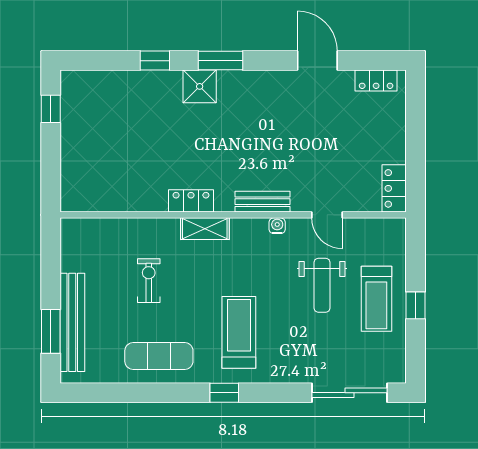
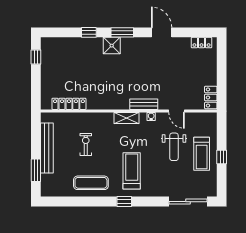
door: (317, 61) -> (162, 32), moved
locker: (191, 201) -> (69, 104), moved, width x1.53
shelving: (205, 229) -> (126, 118), moved
bench: (72, 322) -> (47, 148), moved

